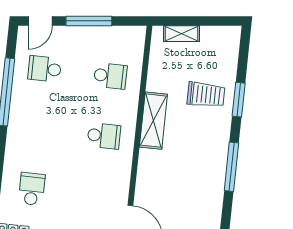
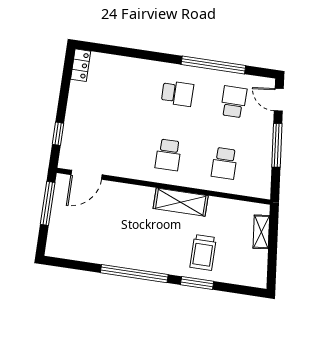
window: (231, 167) -> (134, 274), width x1.46
school desk: (32, 189) -> (177, 93), moved

